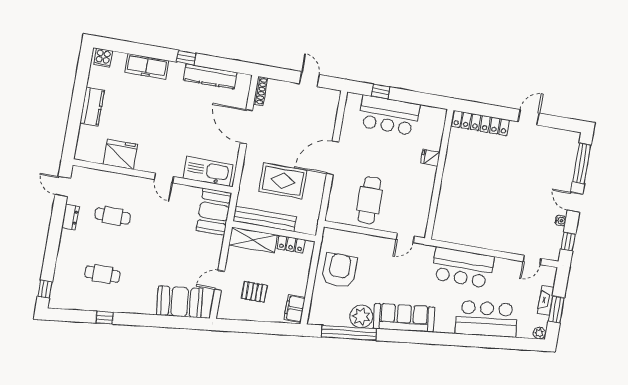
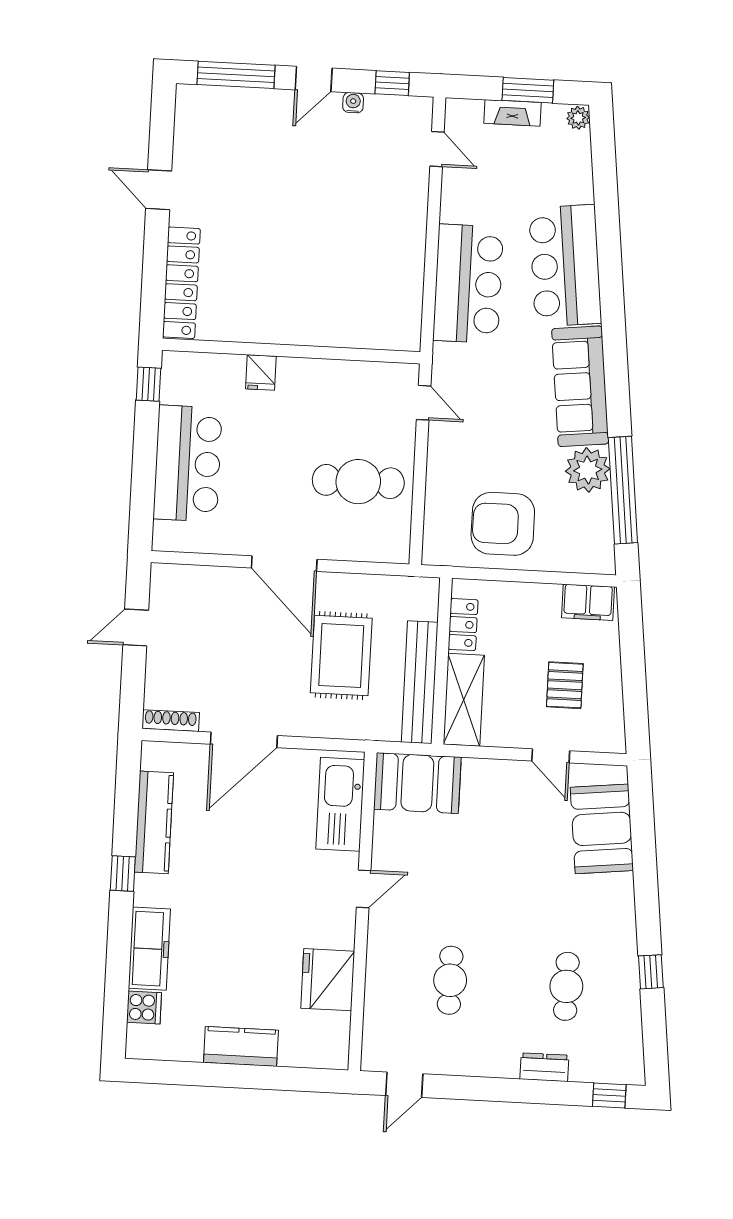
cooker: (103, 58) -> (144, 1007), moved
window: (380, 91) -> (148, 384), moved
dresser: (70, 217) -> (544, 1067), moved
bar counter: (486, 319) -> (565, 266), moved

